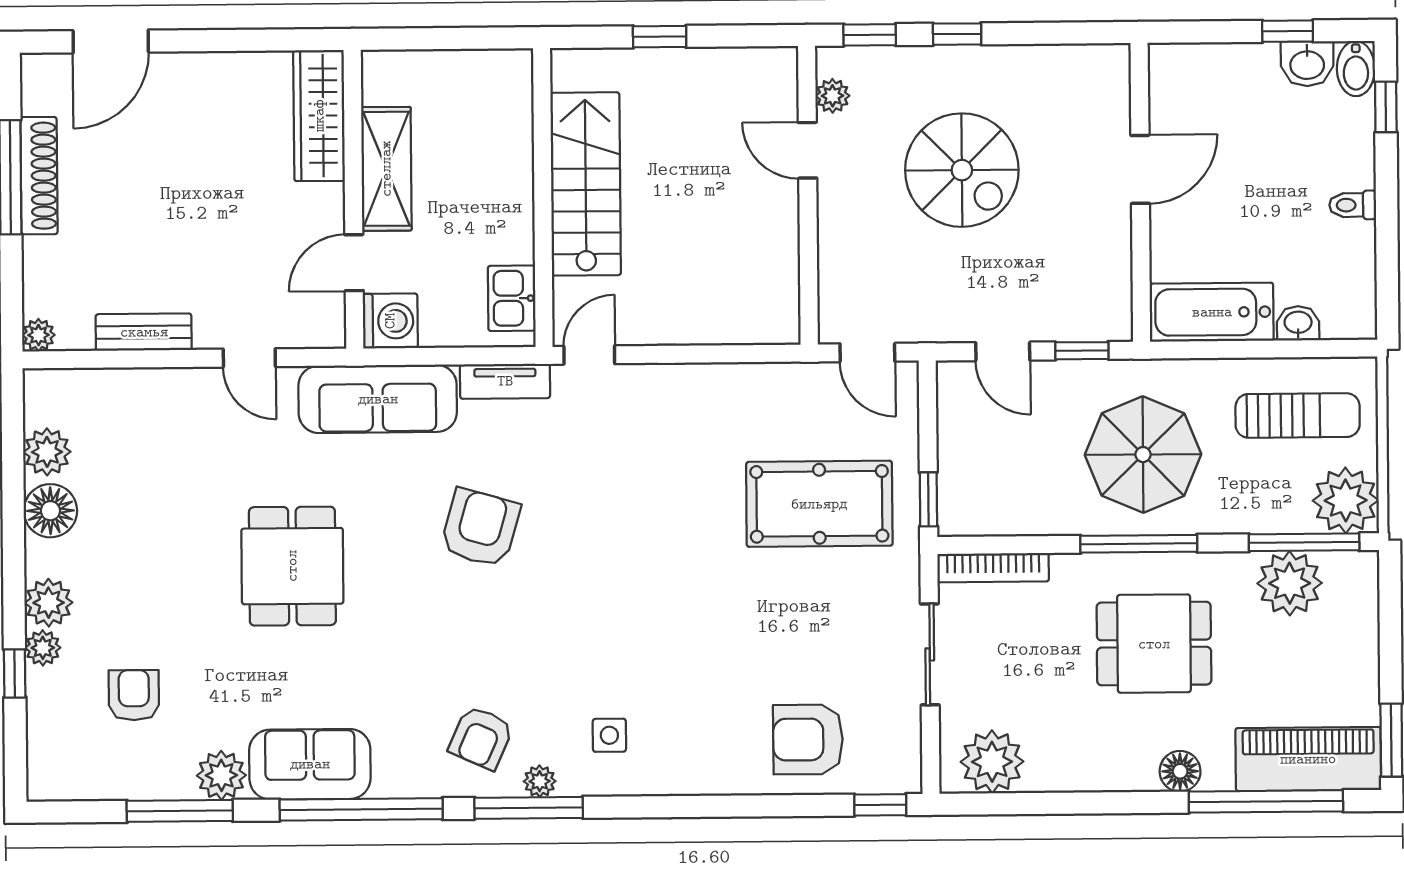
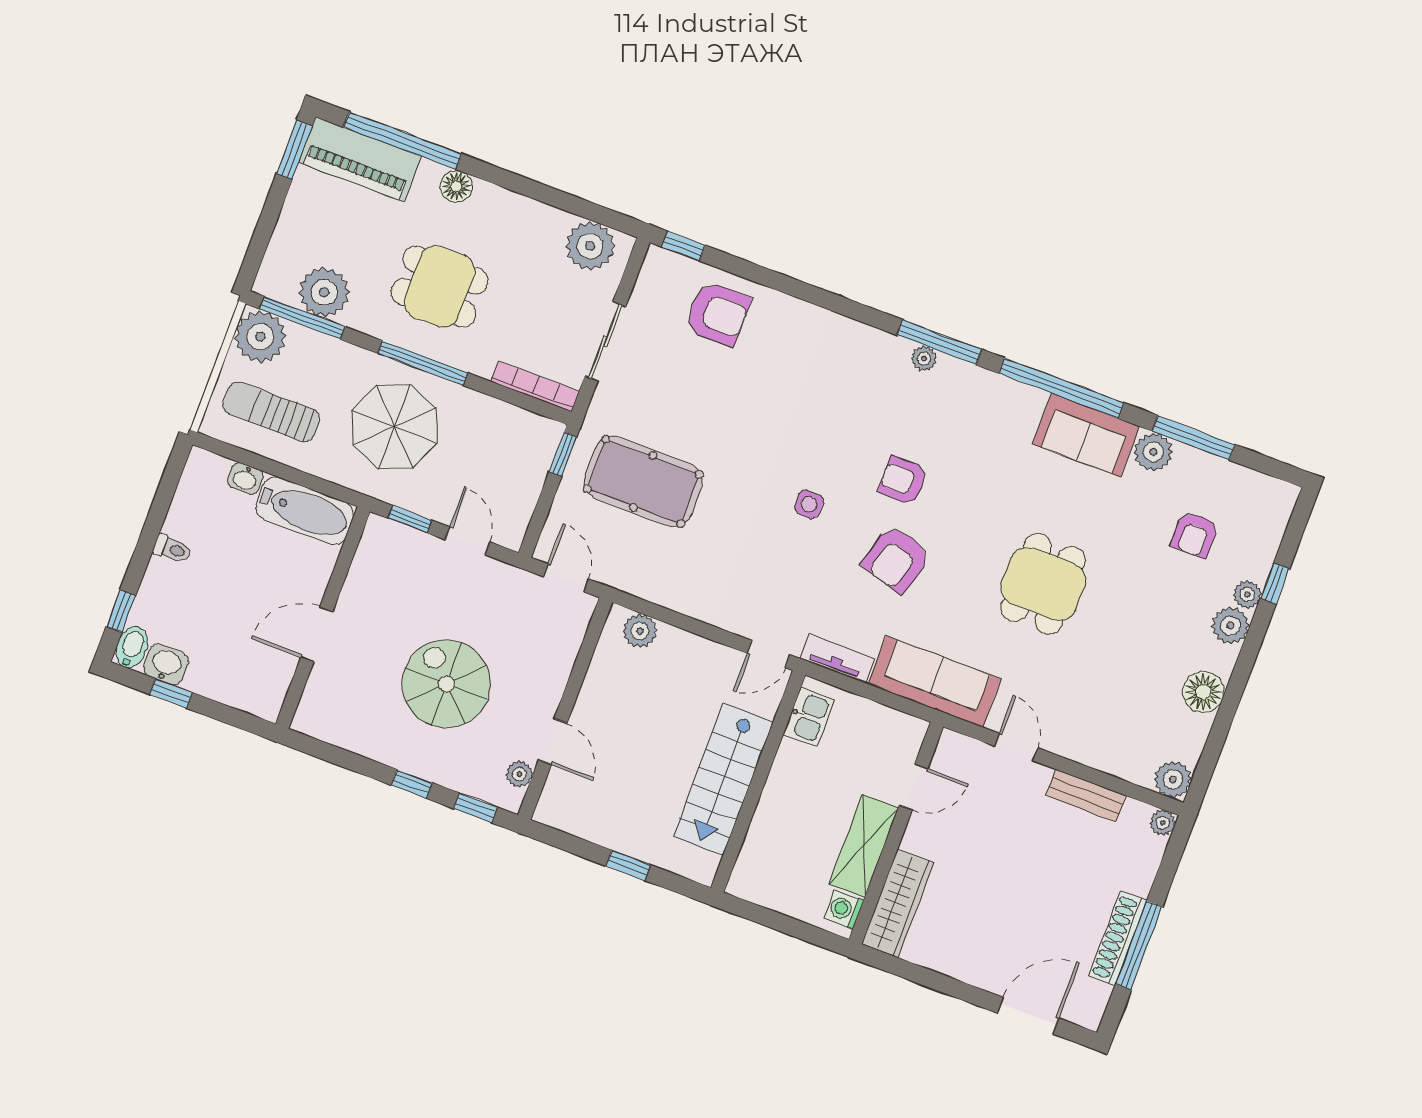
washing machine: (390, 321) -> (844, 909), moved, width x0.73, depth x0.73
plant: (754, 323) -> (640, 631), added
plant: (47, 452) -> (1173, 779), moved
side table: (609, 735) -> (809, 504), moved
armchair: (481, 738) -> (903, 481), moved, turned -114

